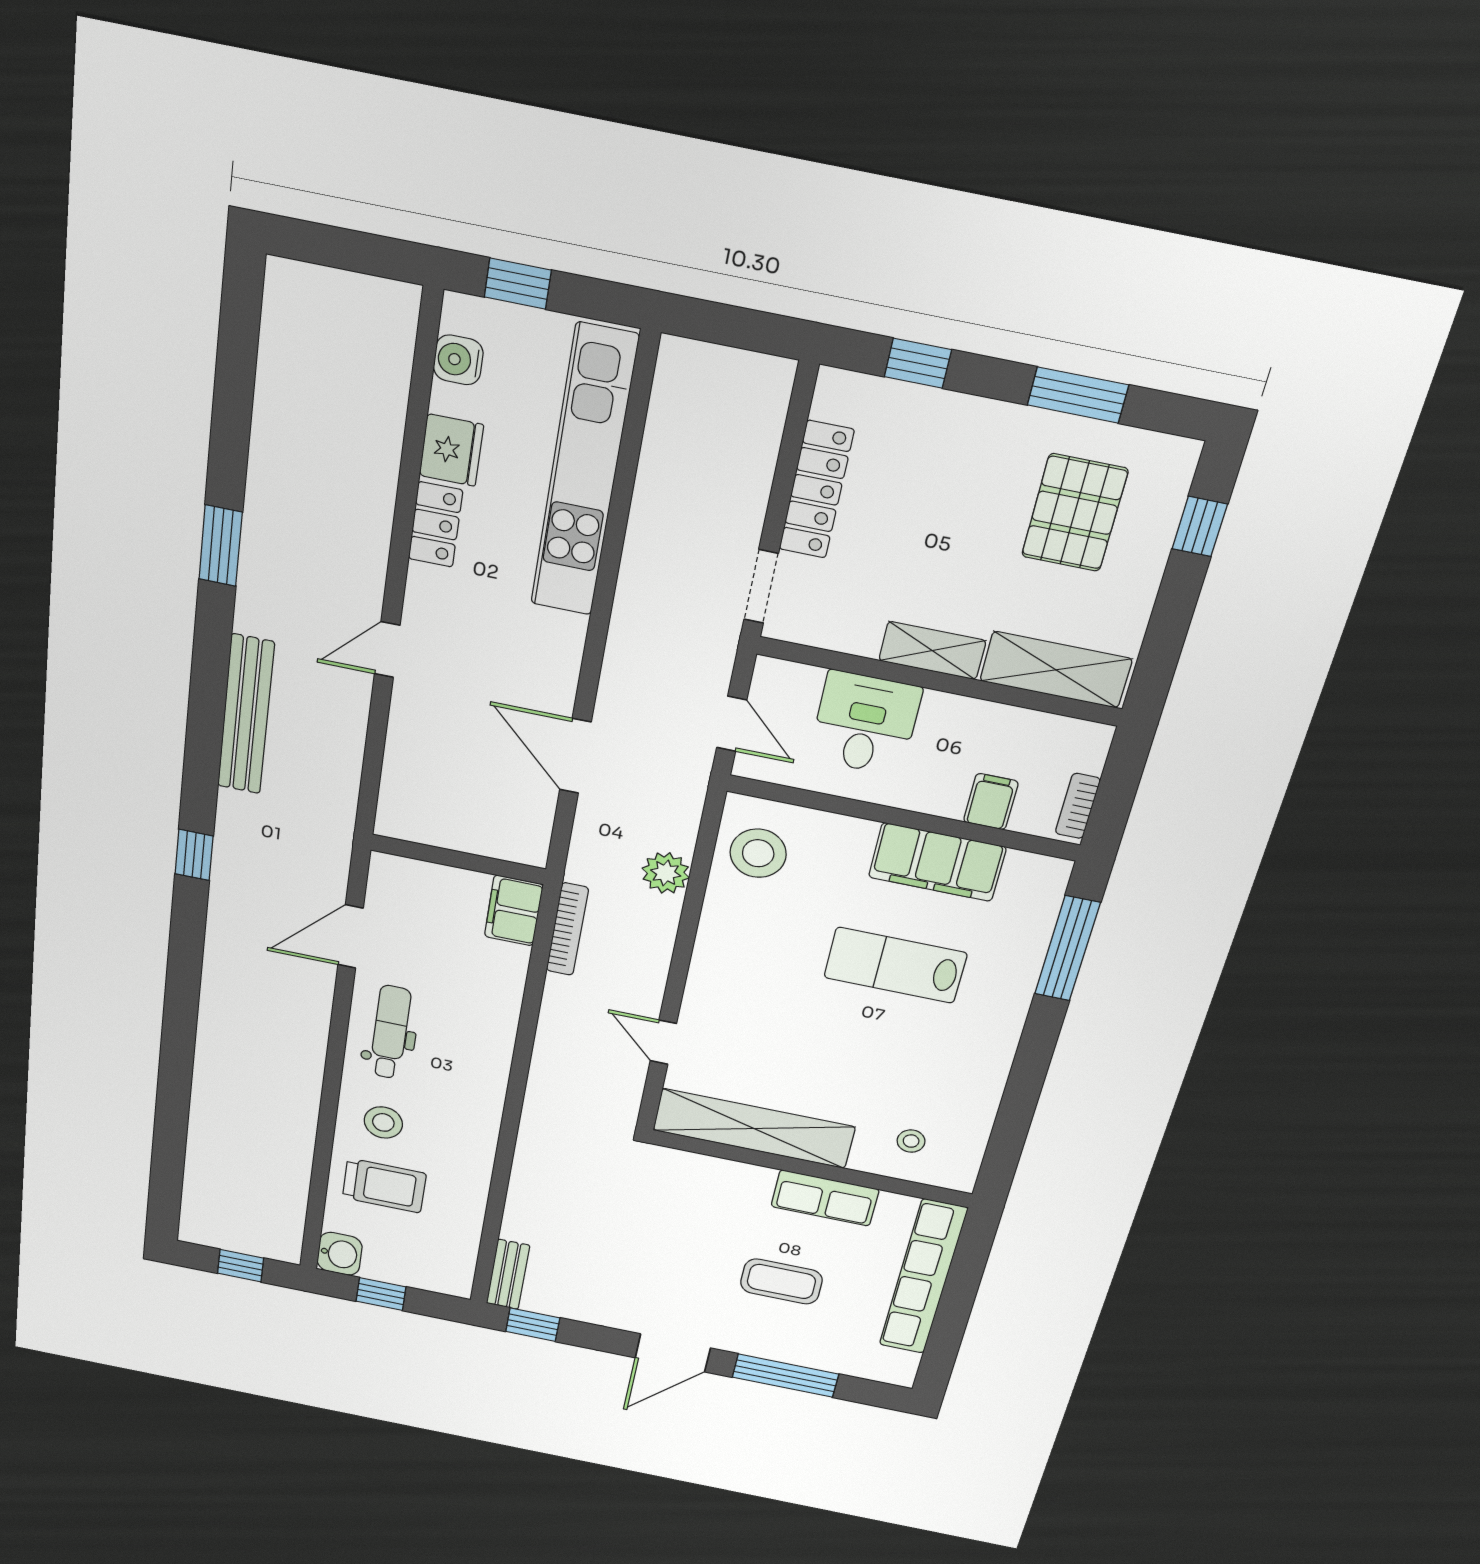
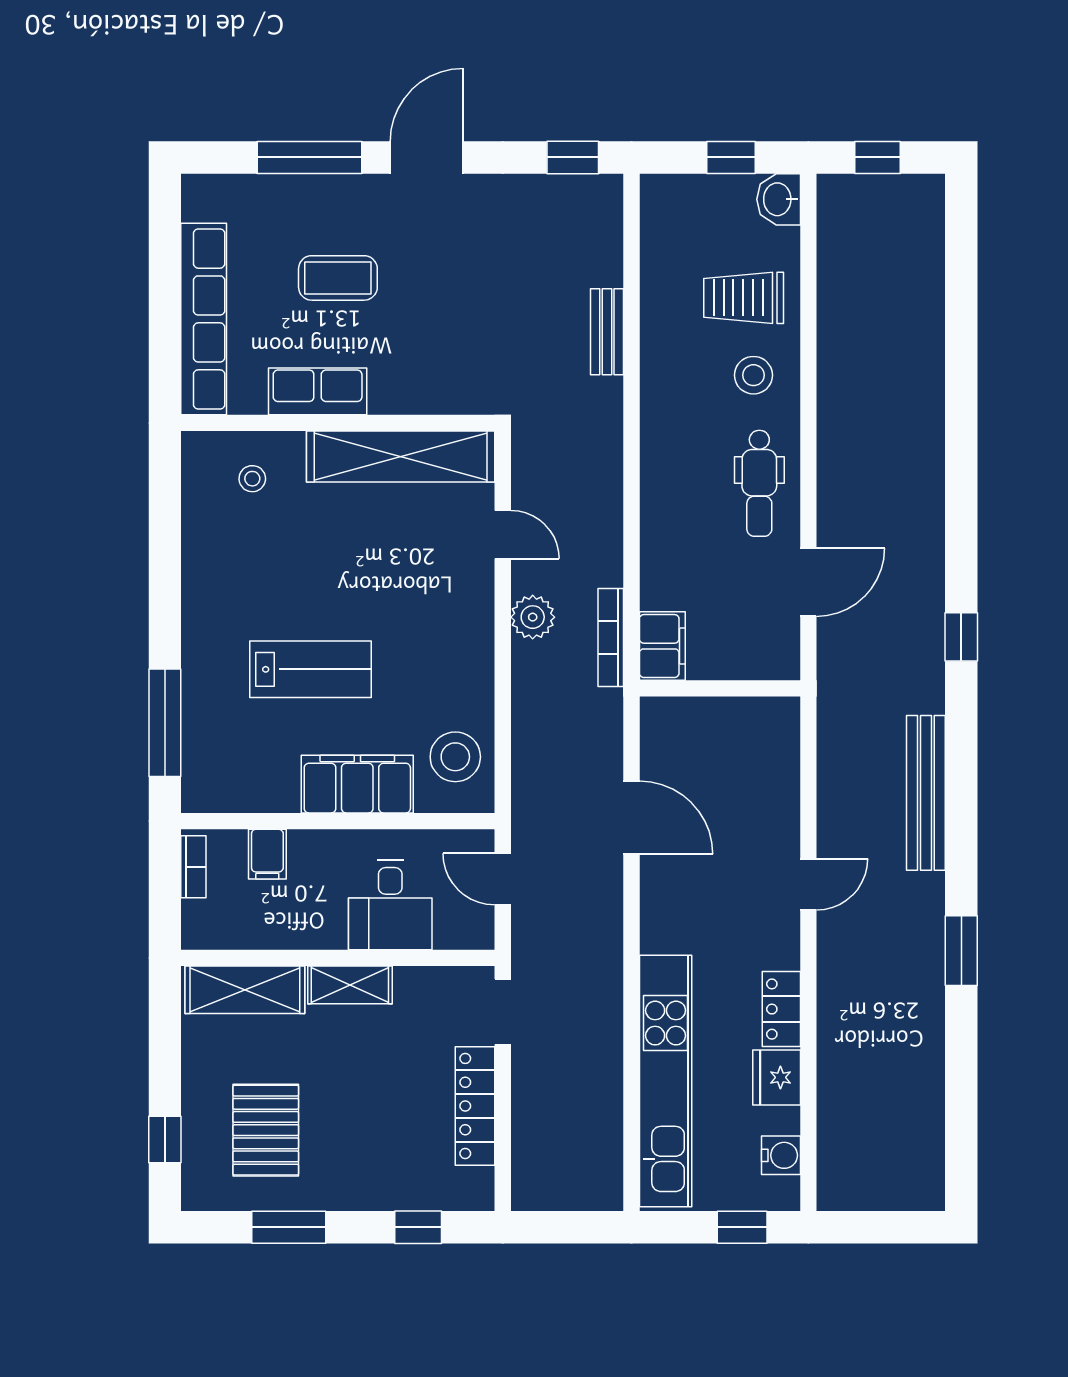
filing cabinet: (937, 862) -> (357, 784), moved
plant: (666, 873) -> (533, 617), moved
bench: (508, 1274) -> (607, 332), moved

